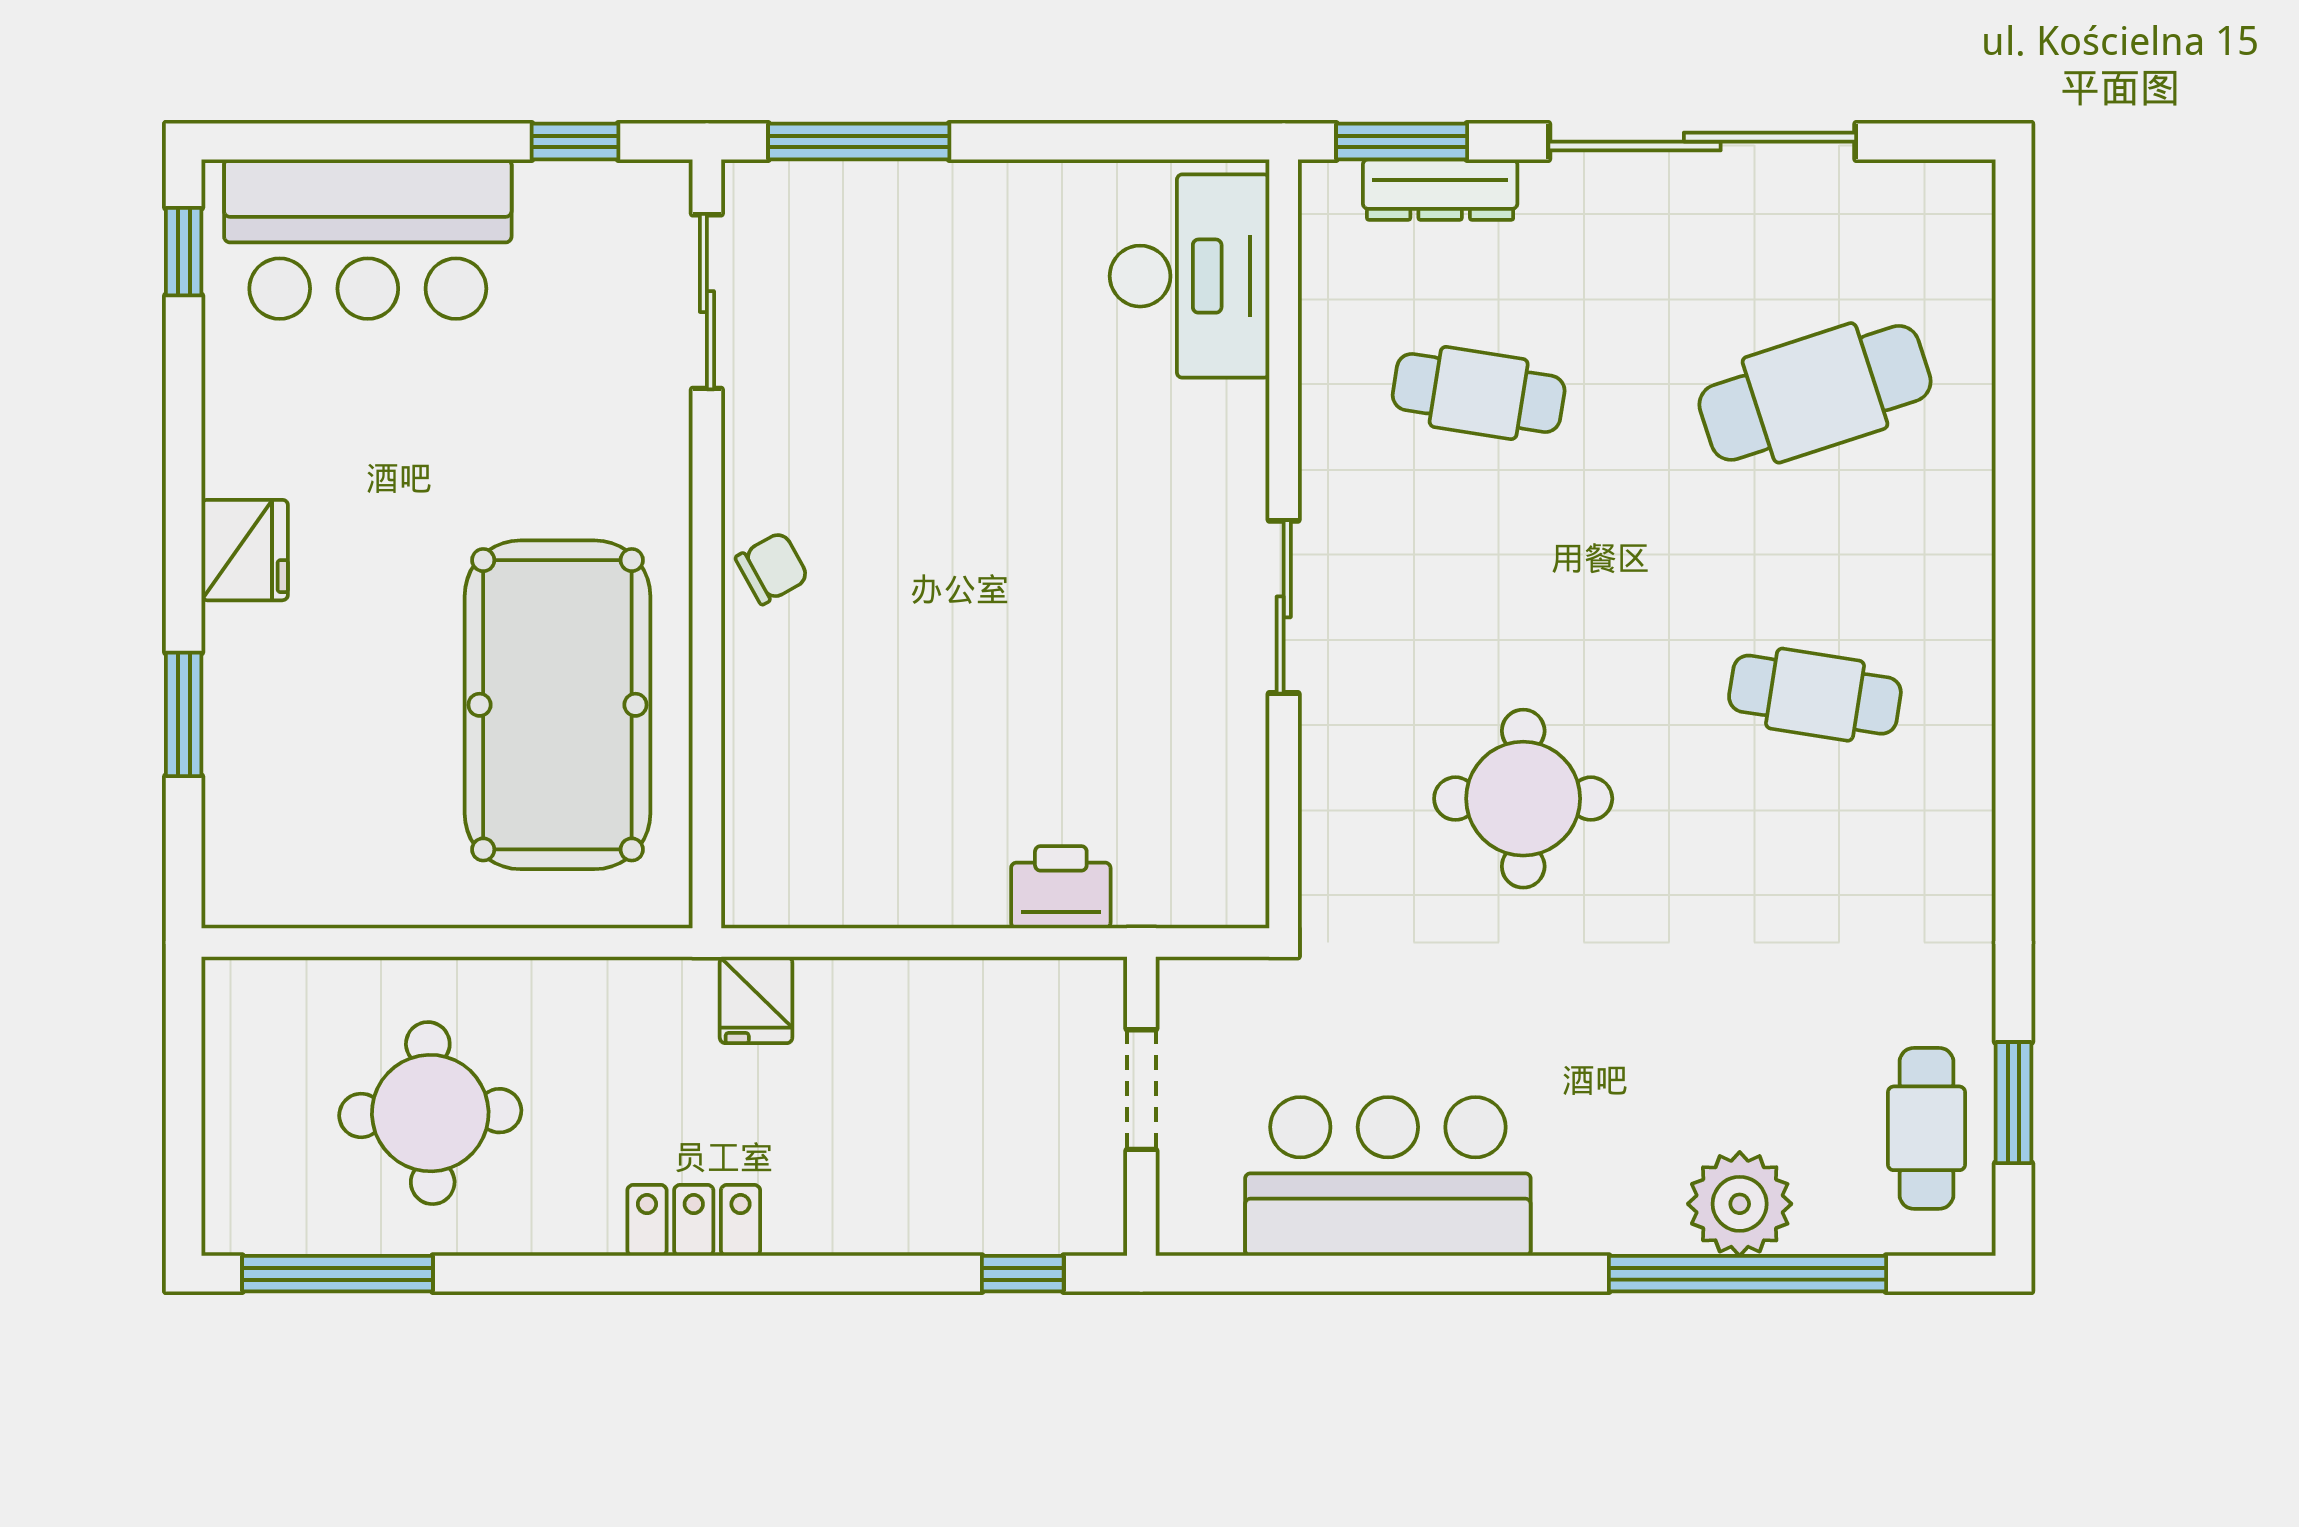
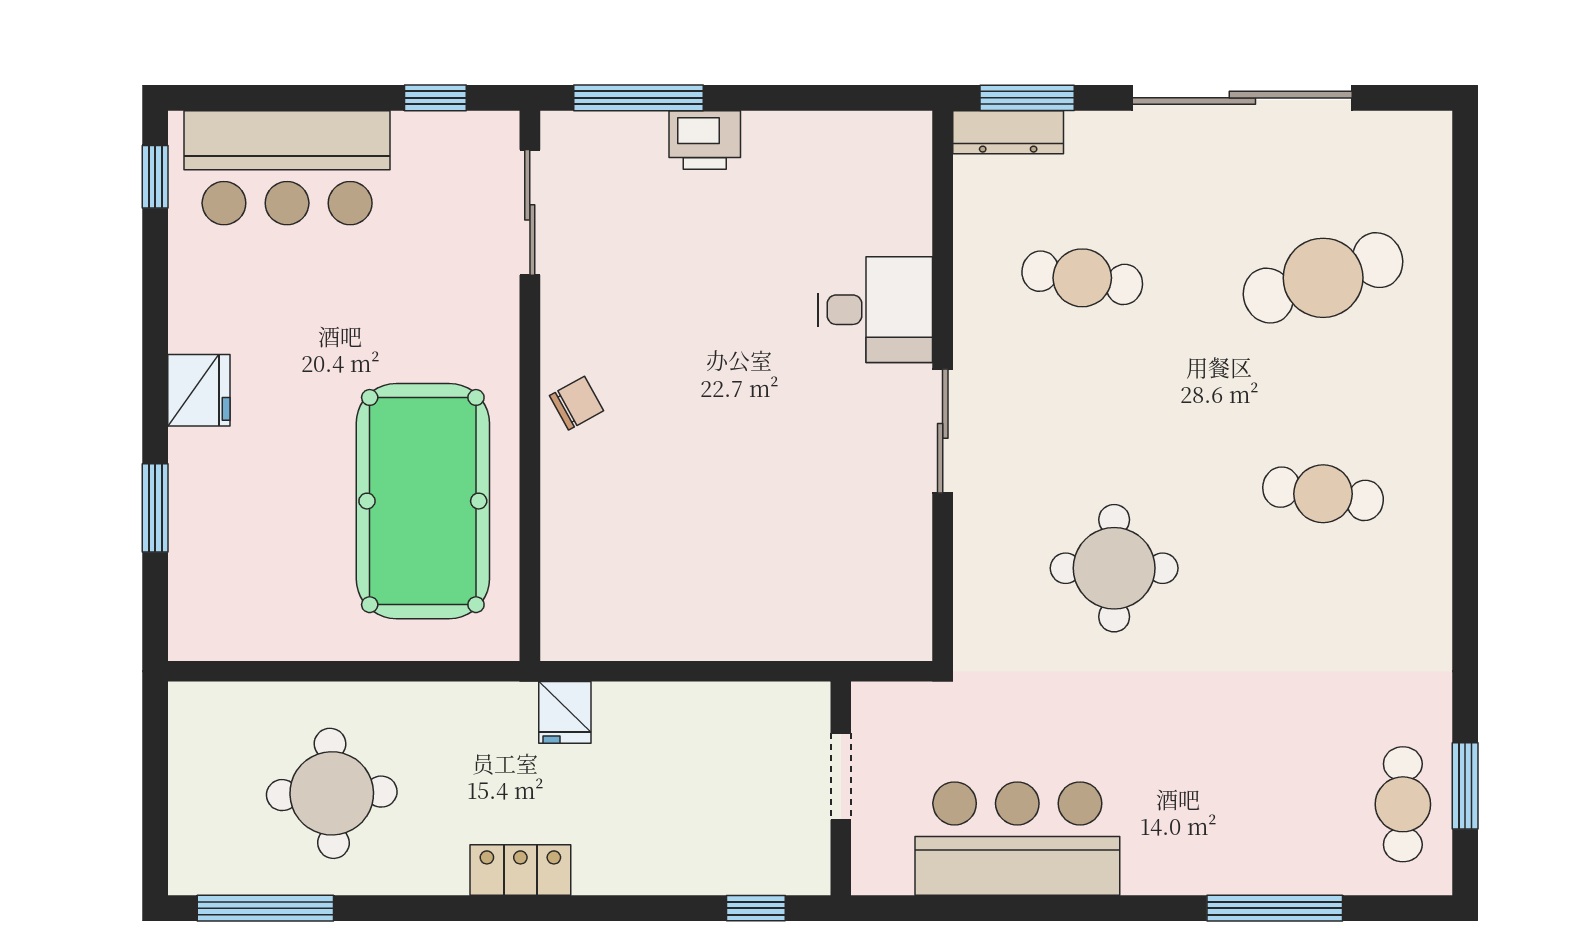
dresser: (1440, 190) -> (1008, 132), moved
desk: (1190, 276) -> (875, 310), moved, width x0.73
printer: (1061, 887) -> (705, 140), moved, turned 180
plant: (1740, 1204) -> (1269, 858), removed
window: (1747, 1274) -> (1275, 908), width x0.68

